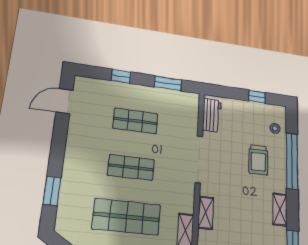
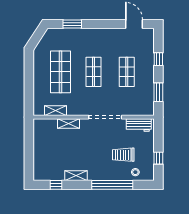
trolley: (258, 160) -> (123, 155), moved

